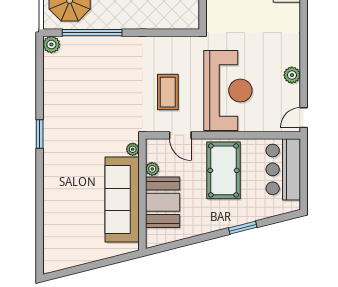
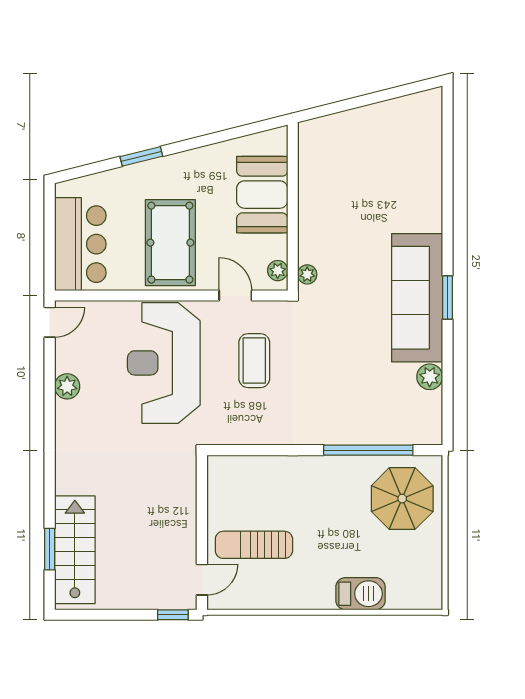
plant: (51, 44) -> (430, 377), moved
plant: (152, 169) -> (278, 271), moved
sofa: (122, 200) -> (417, 298), moved, turned 180

